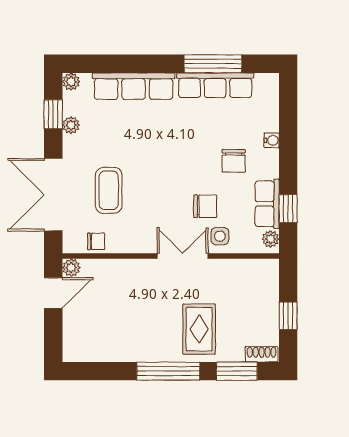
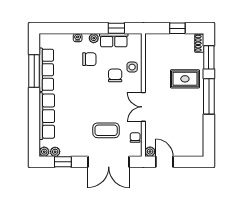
plant: (71, 125) -> (55, 152), moved
plant: (271, 239) -> (94, 38), moved
double door: (183, 256) -> (143, 107), moved

